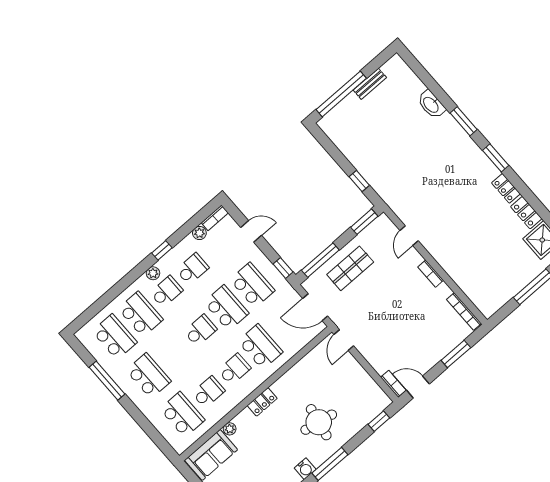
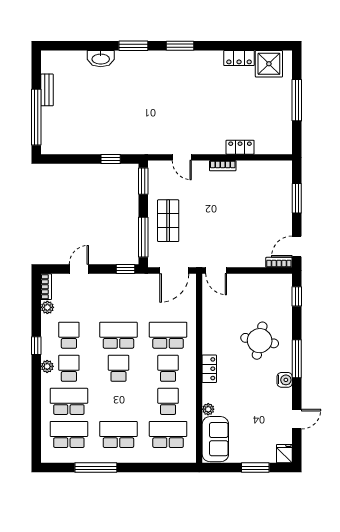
locker: (506, 188) -> (240, 147), moved, turned 180
school desk: (252, 285) -> (118, 302), removed
bookcase: (464, 311) -> (271, 166), removed

